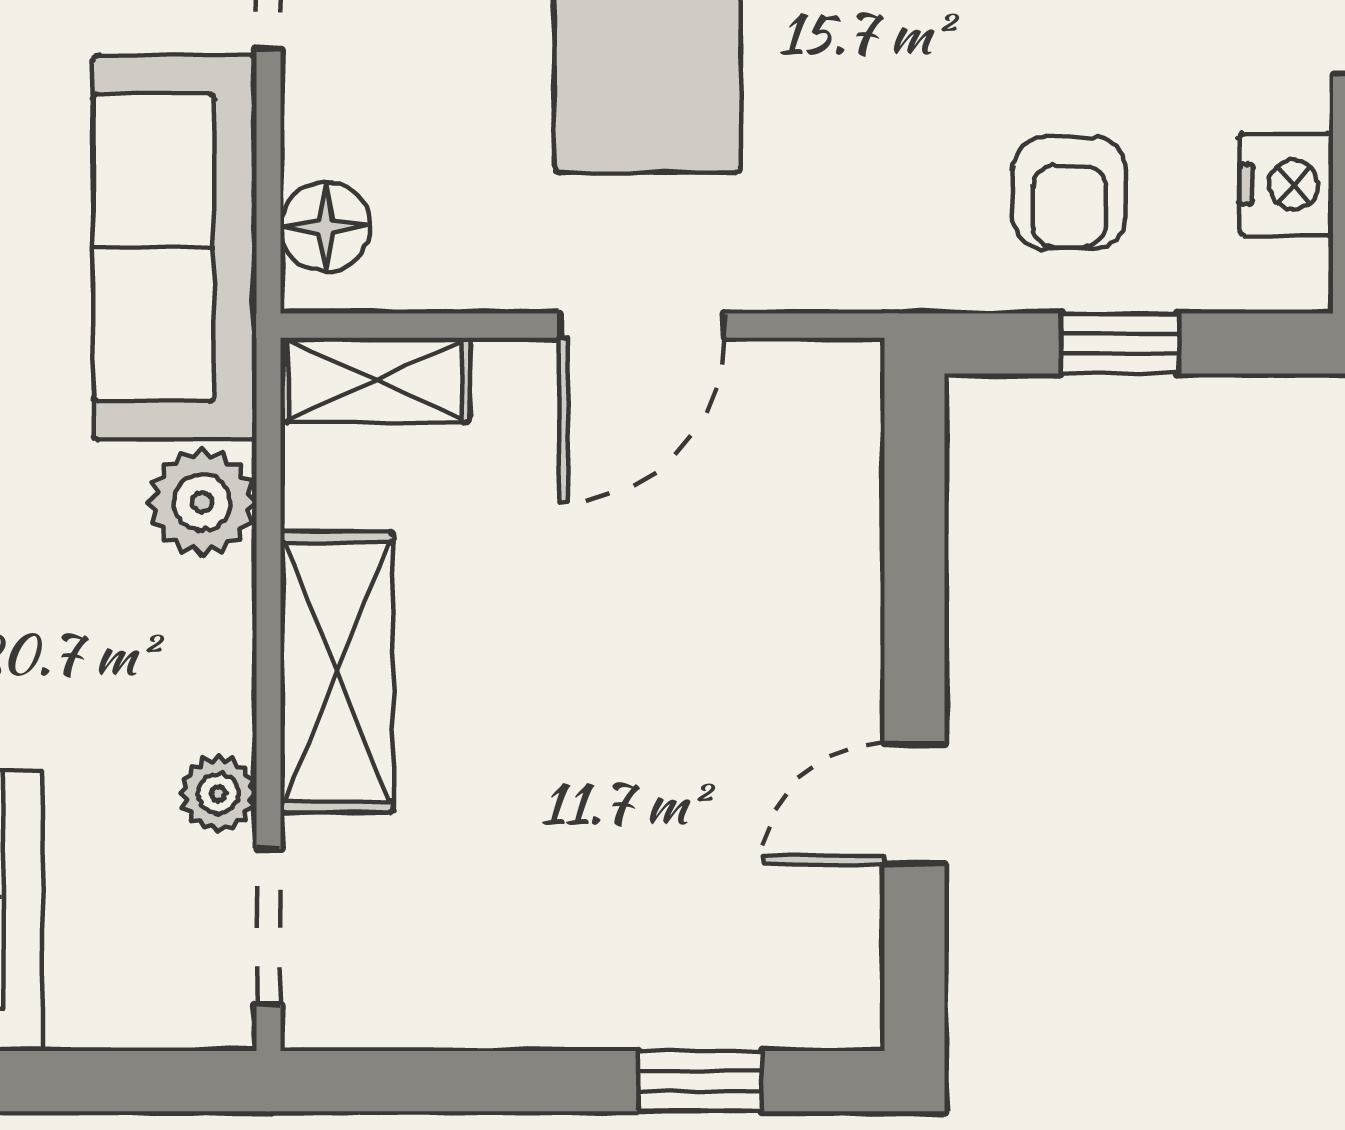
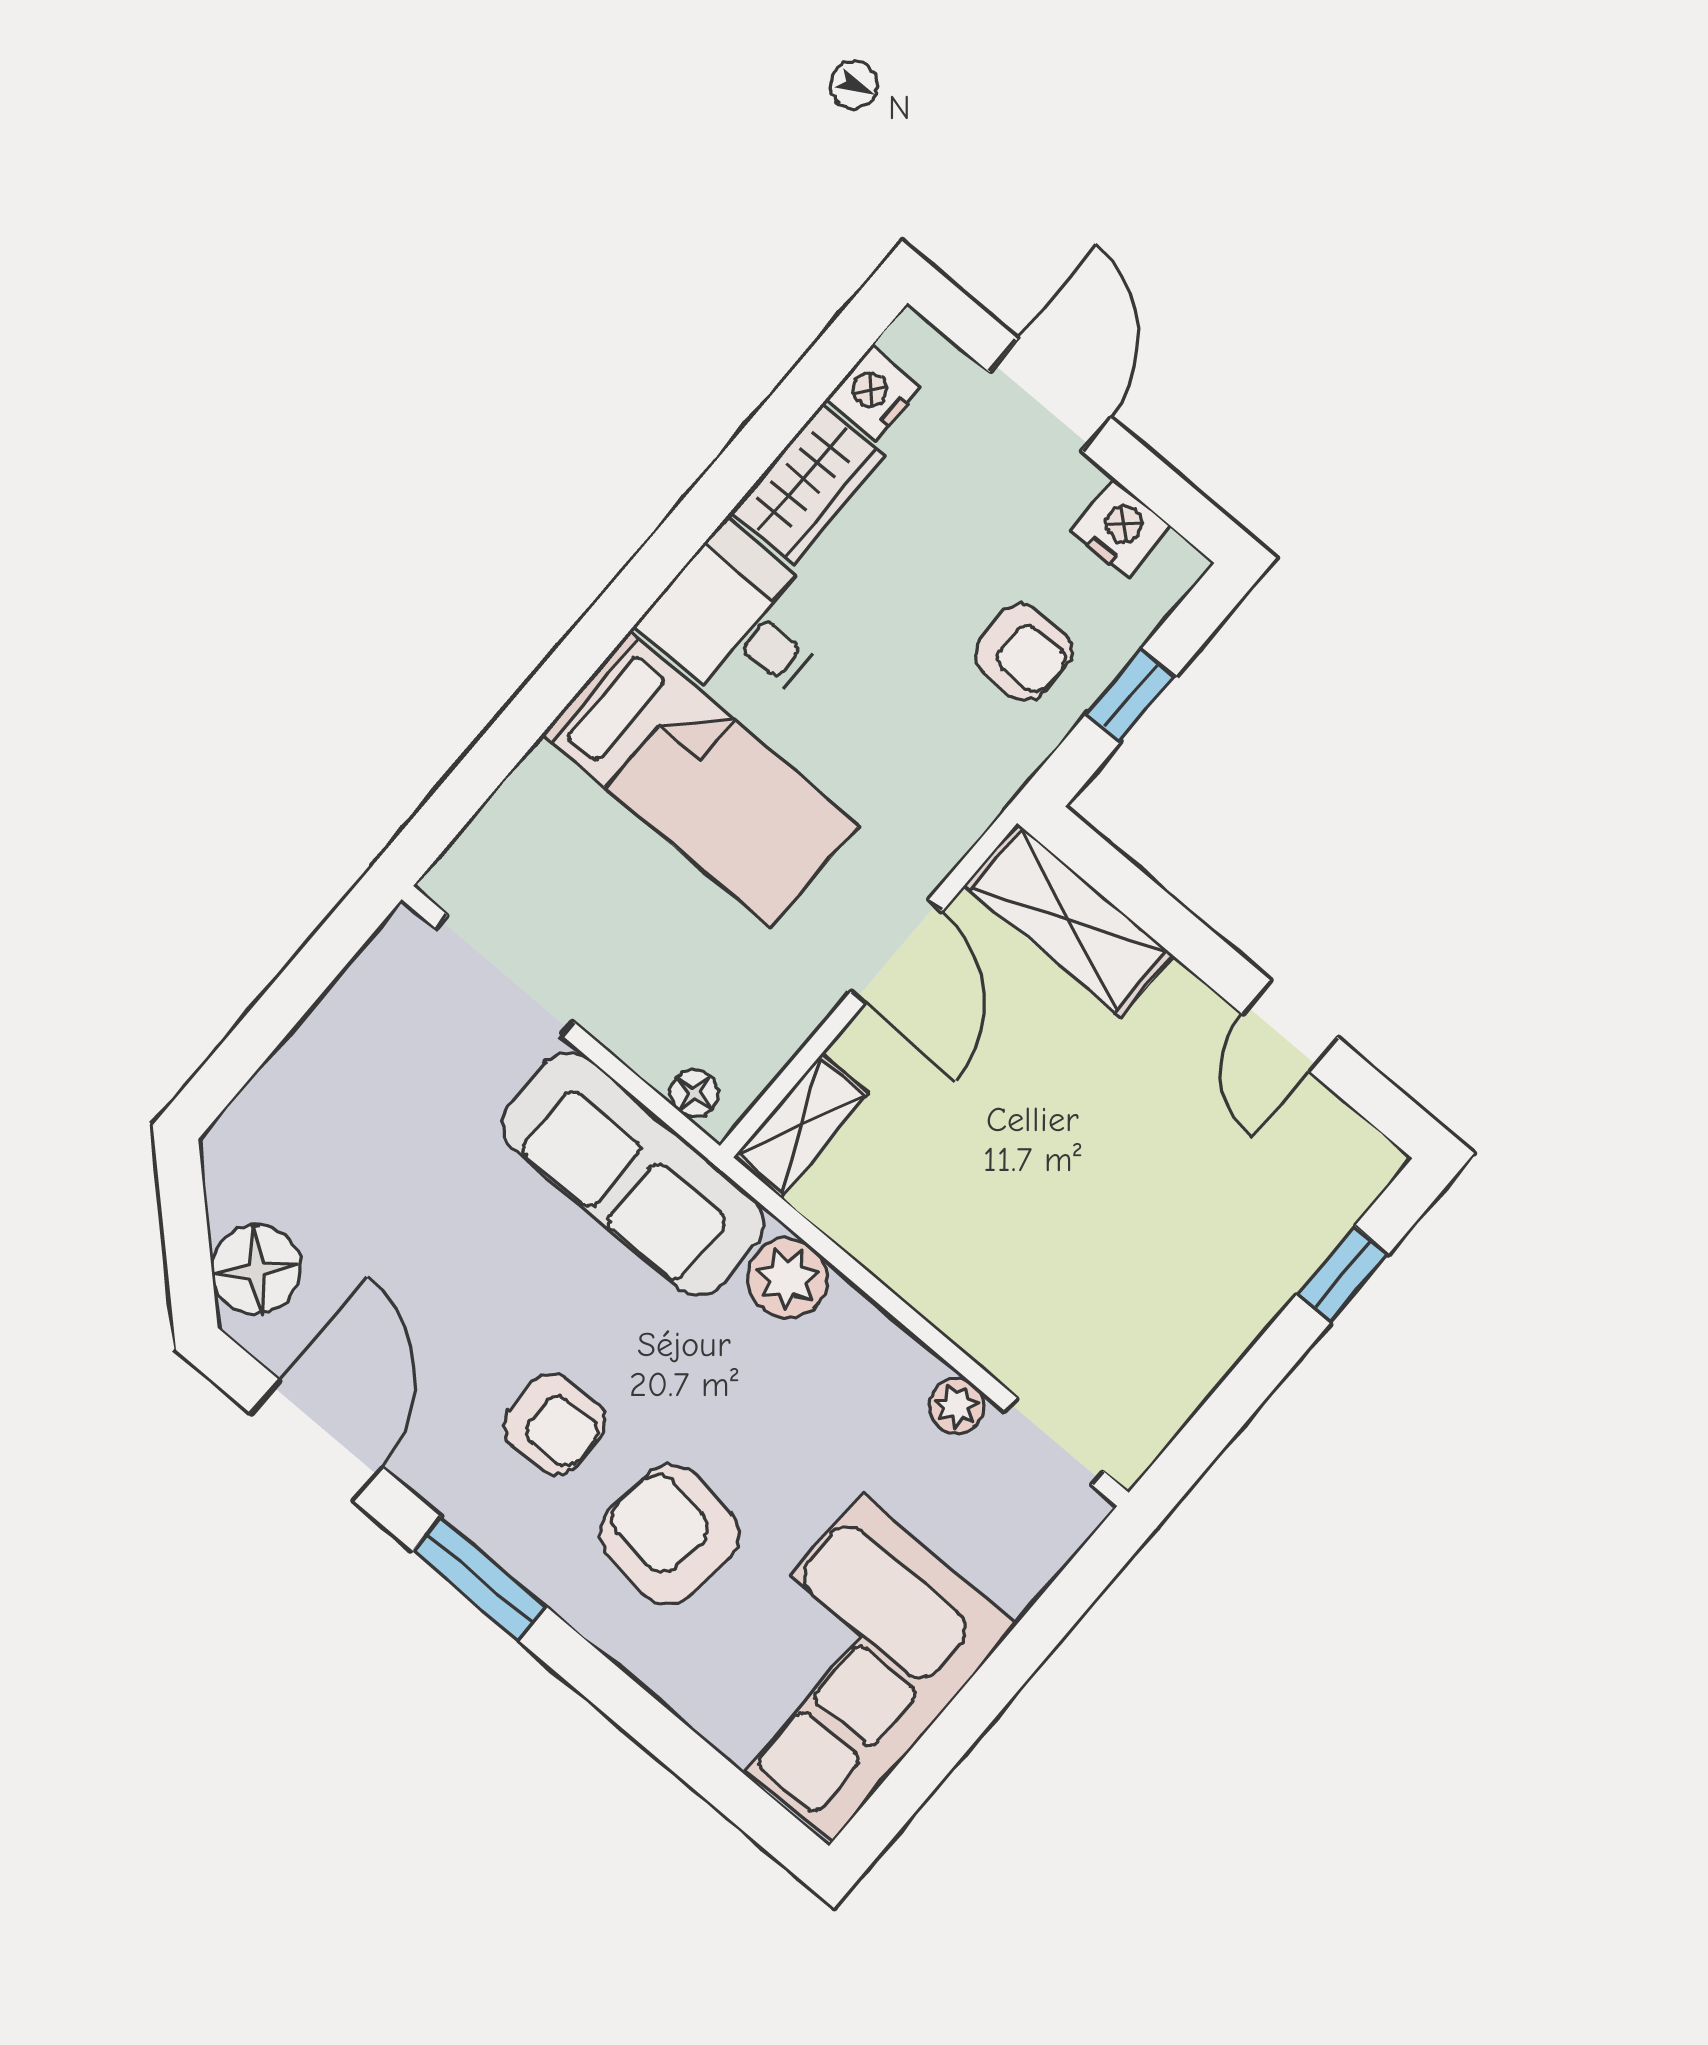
floor lamp: (325, 227) -> (694, 1093), width x0.73, depth x0.73
shelving: (337, 672) -> (1069, 920), moved

